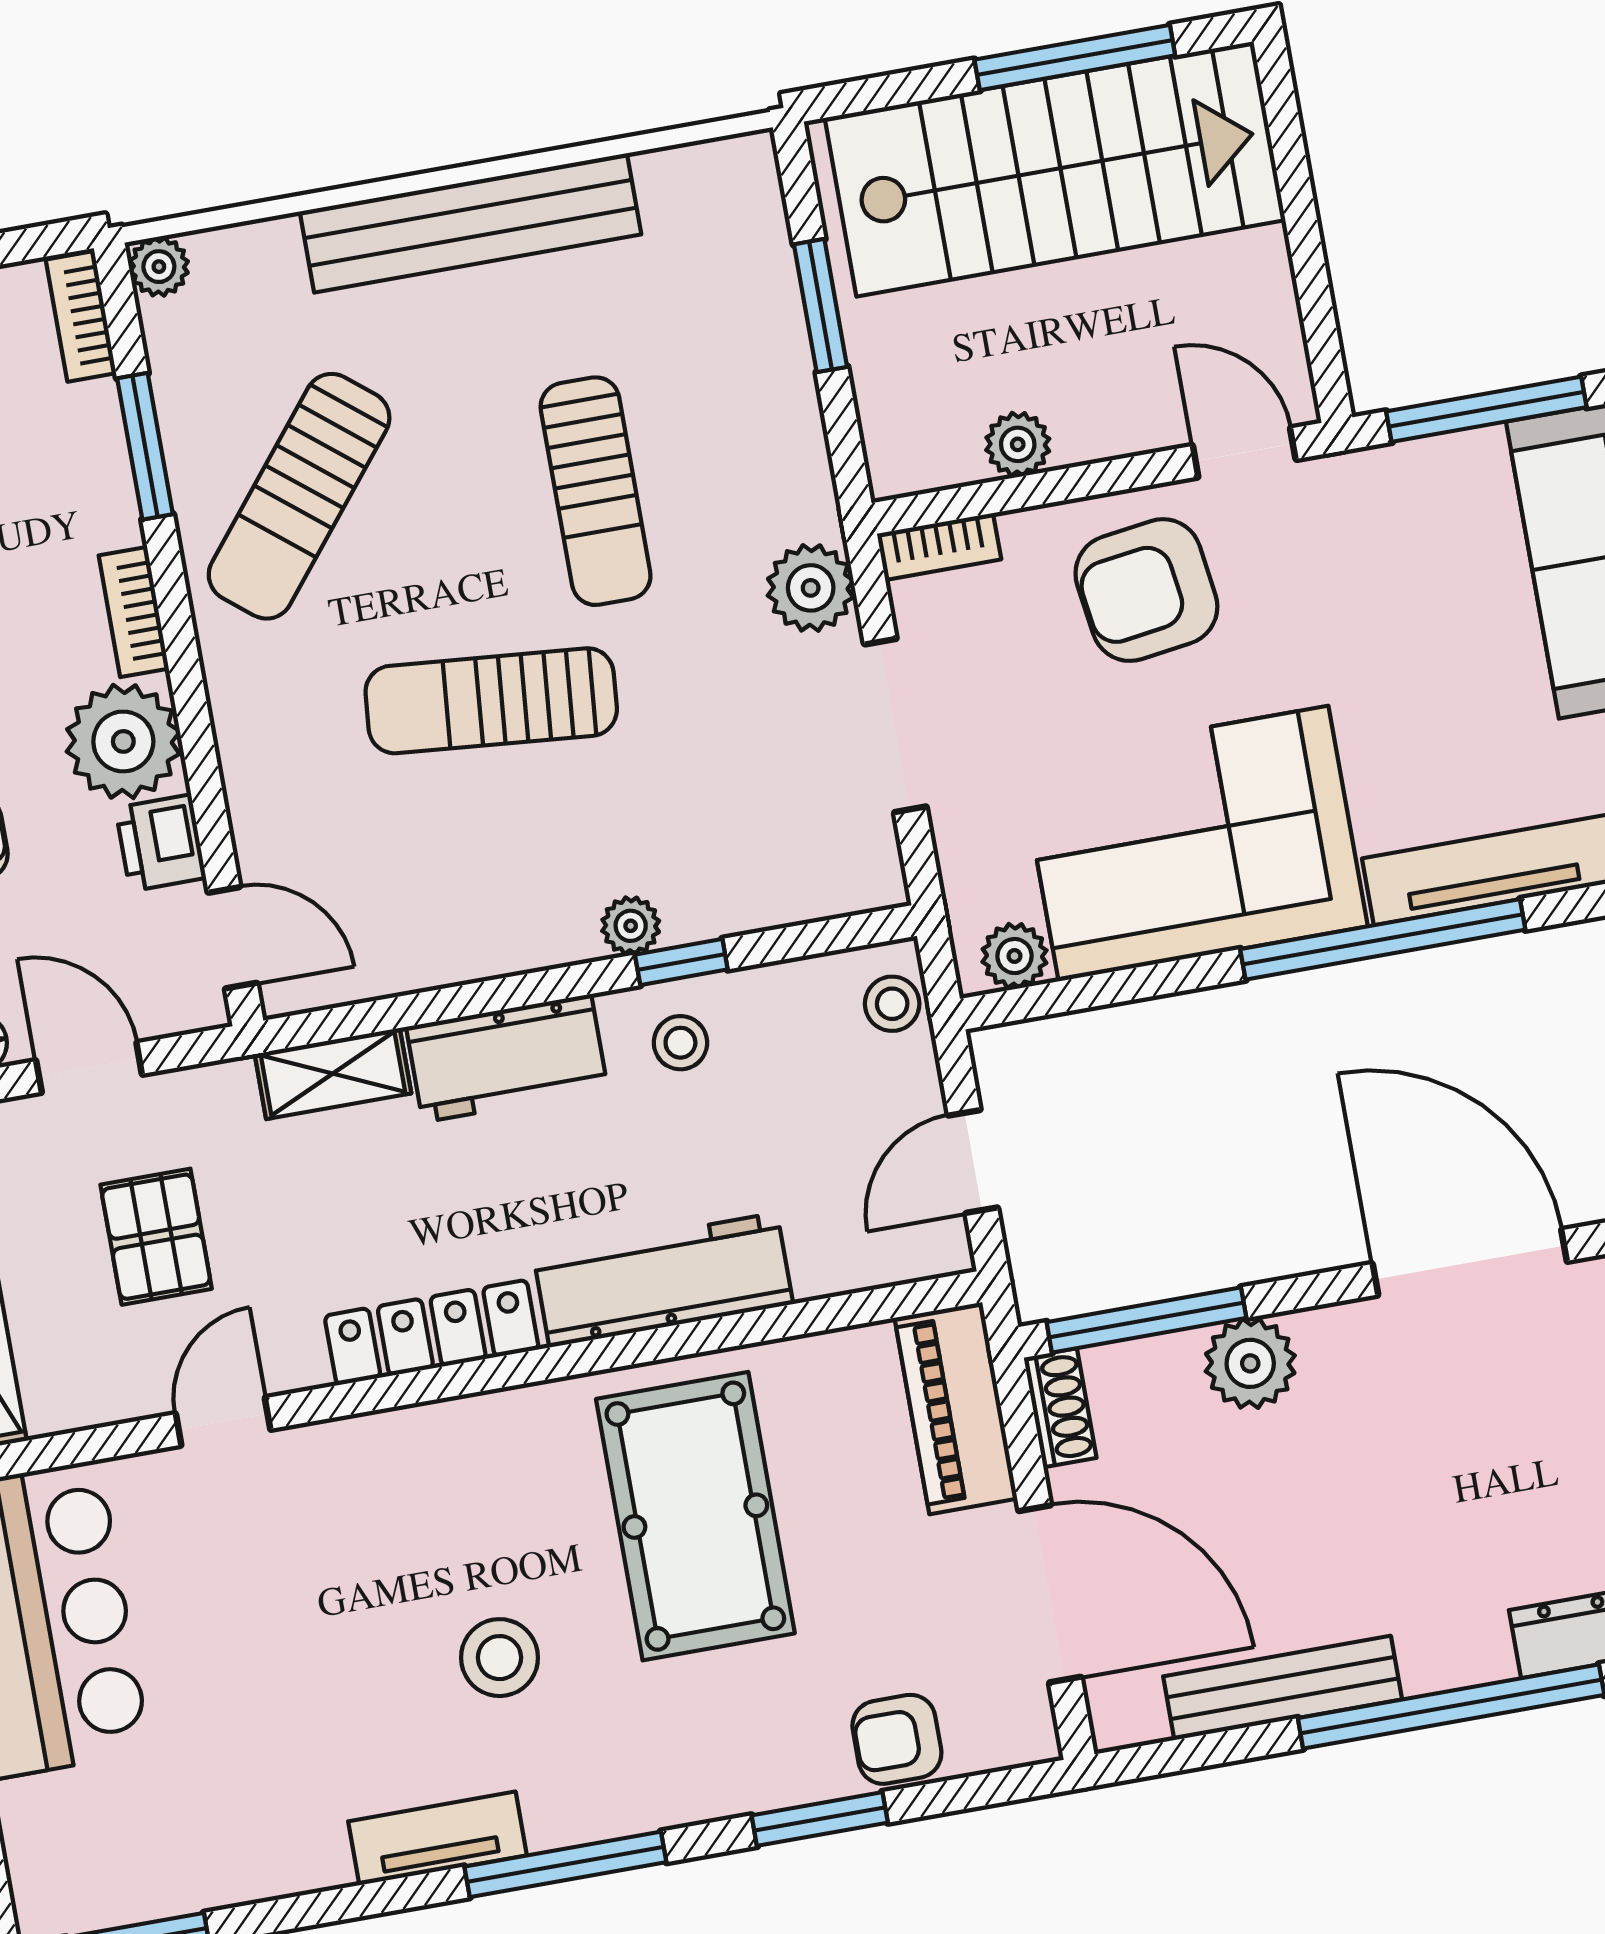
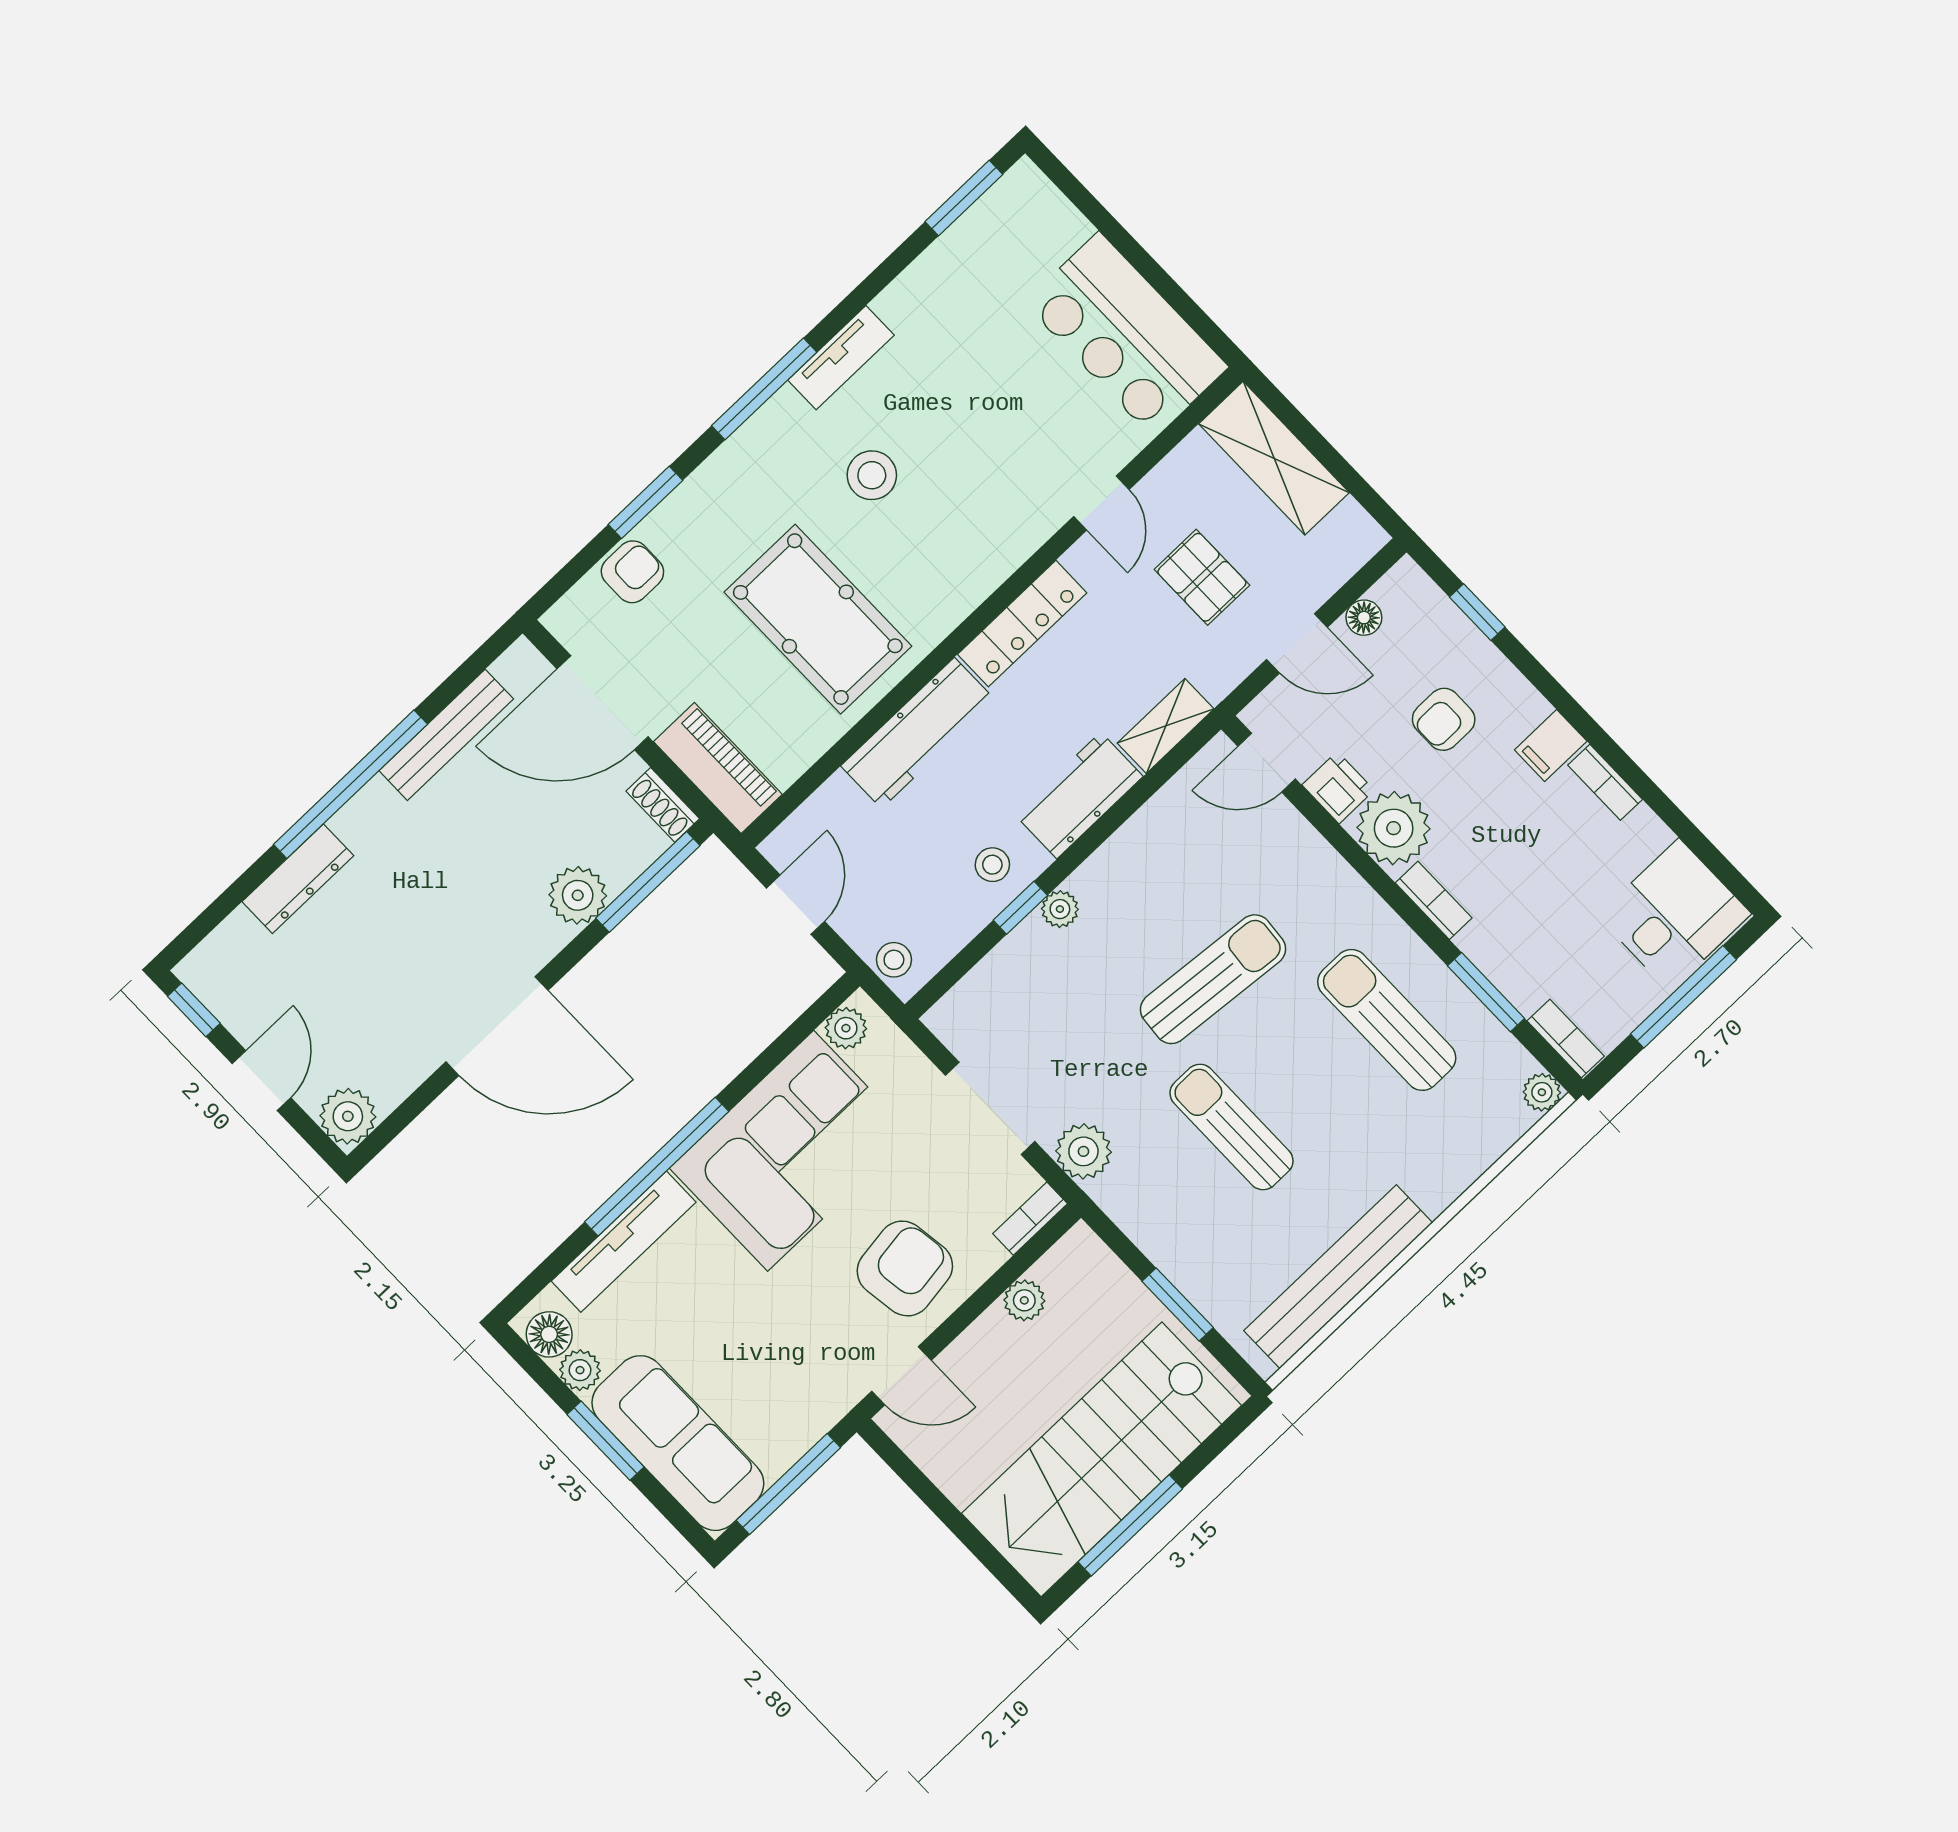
bench: (471, 223) -> (1338, 1277), moved
sun lounger: (299, 496) -> (1387, 1020), turned -39

